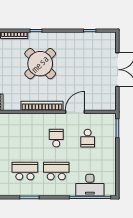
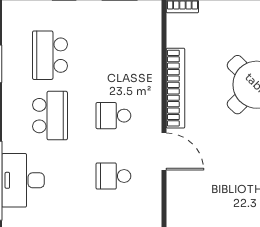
school desk: (56, 138) -> (113, 116), turned 180
school desk: (25, 171) -> (50, 55), turned 180

